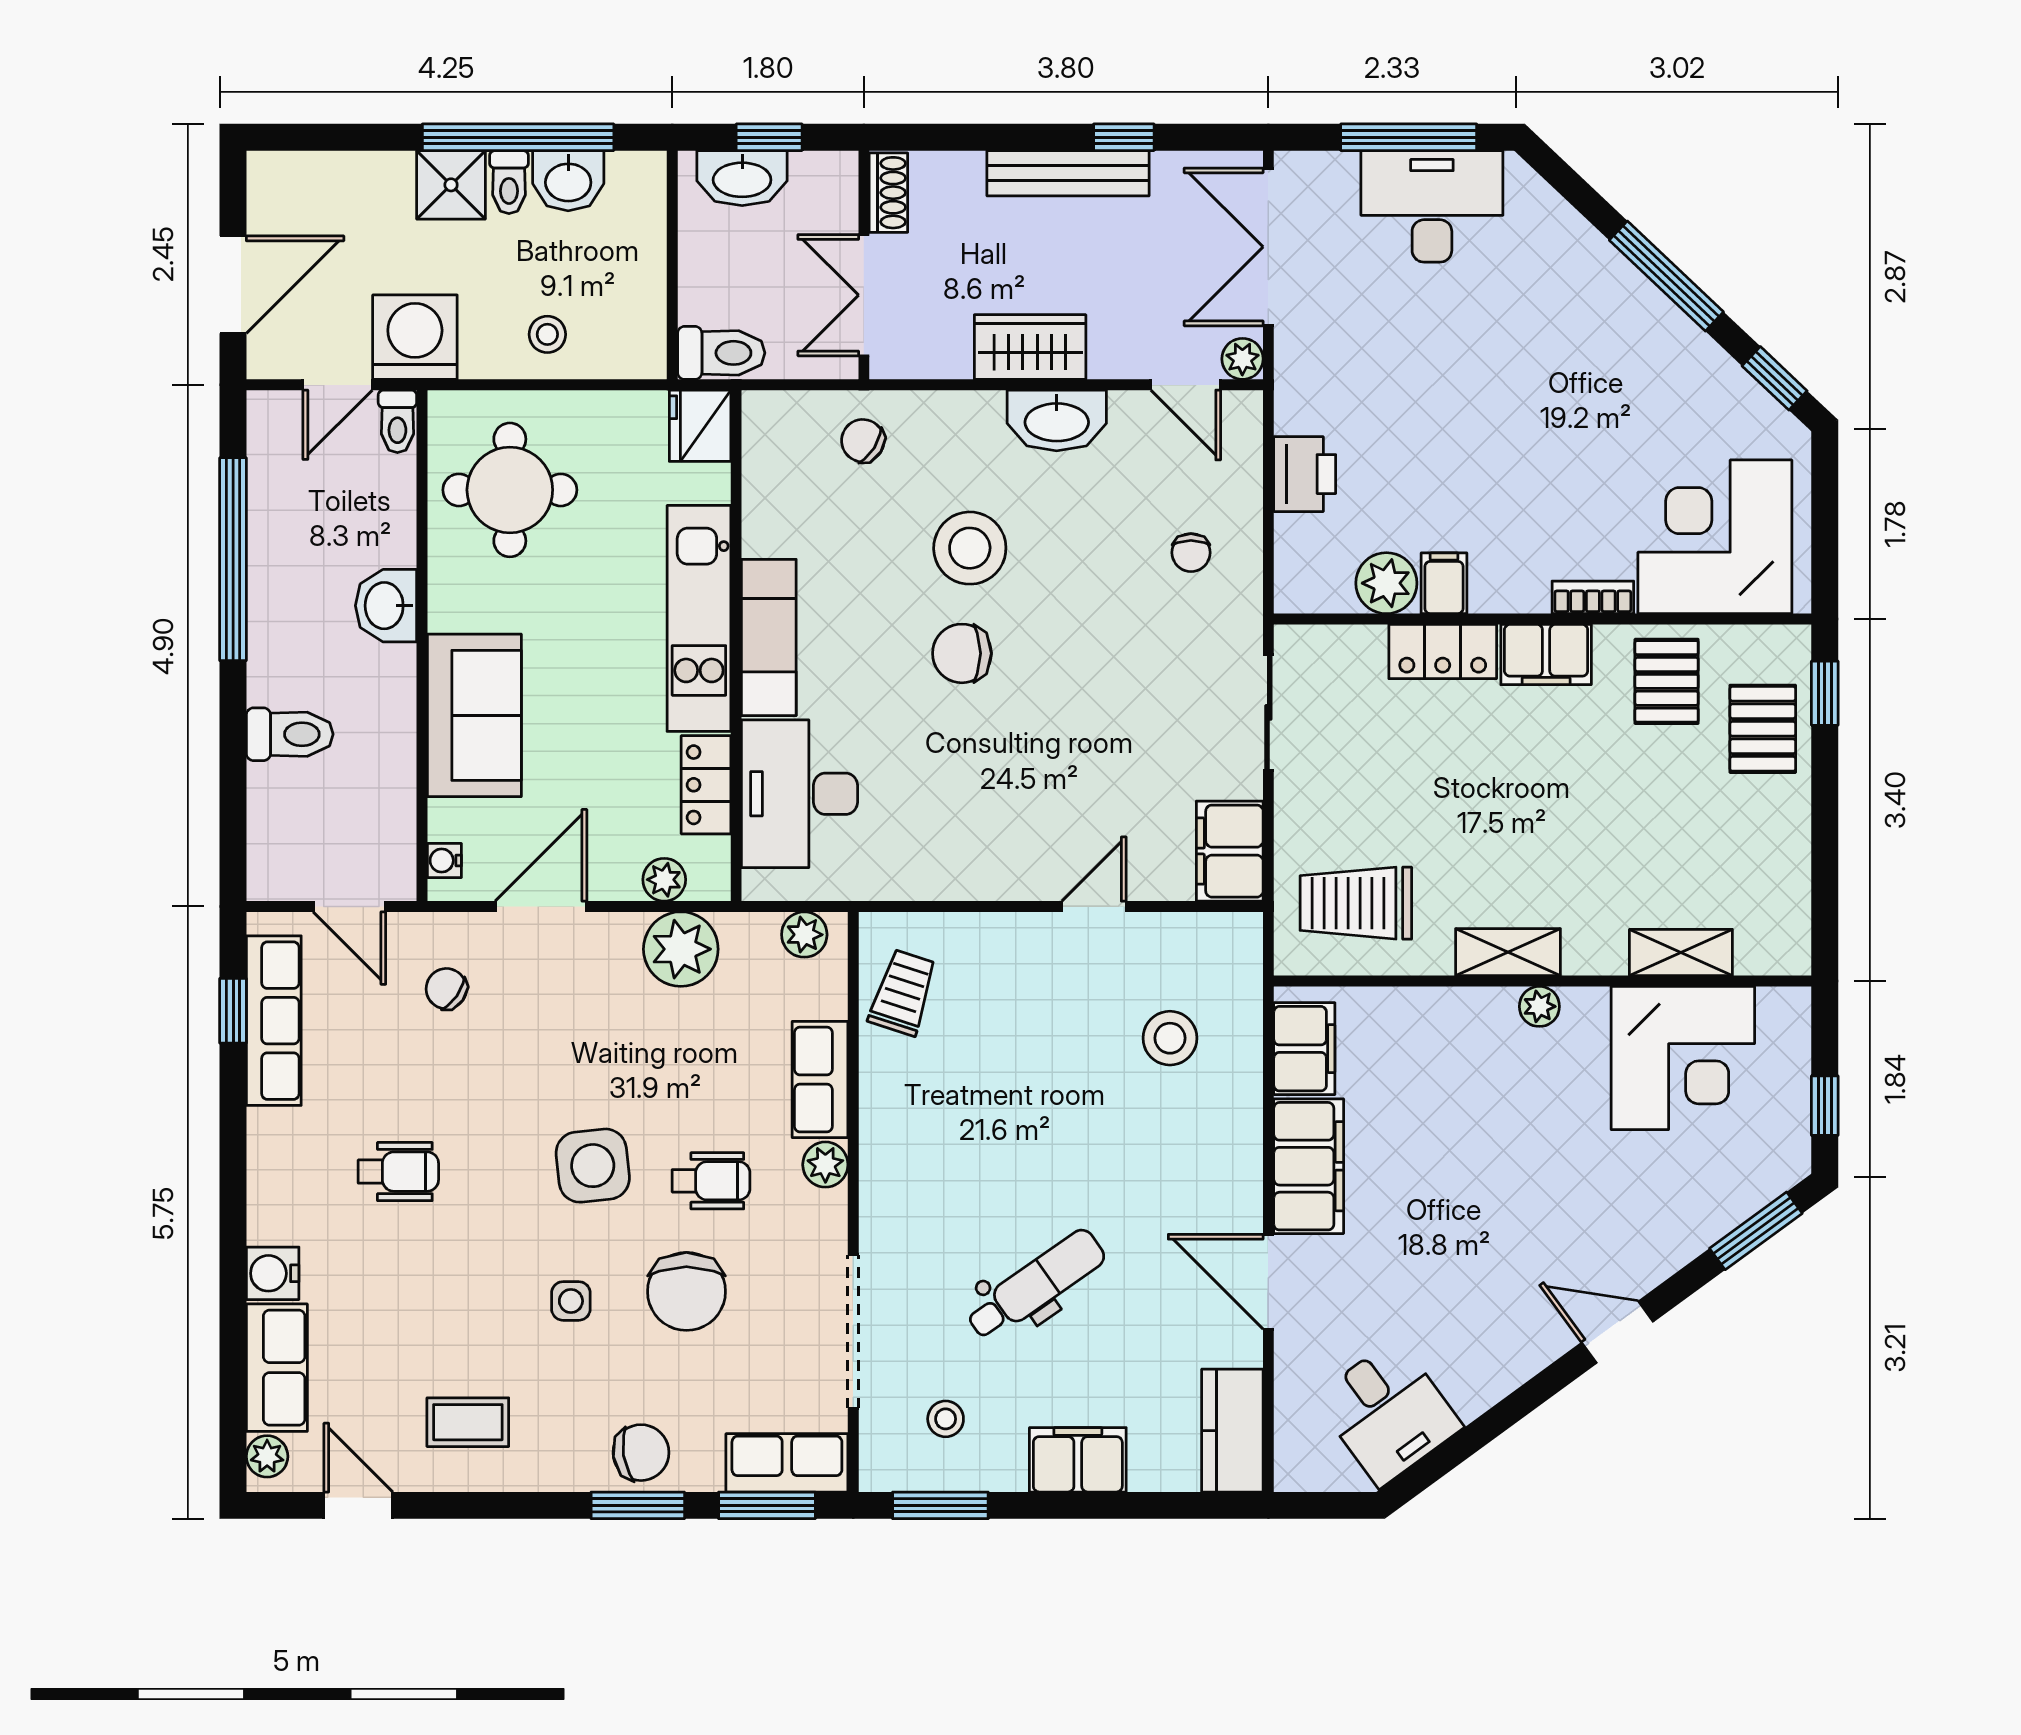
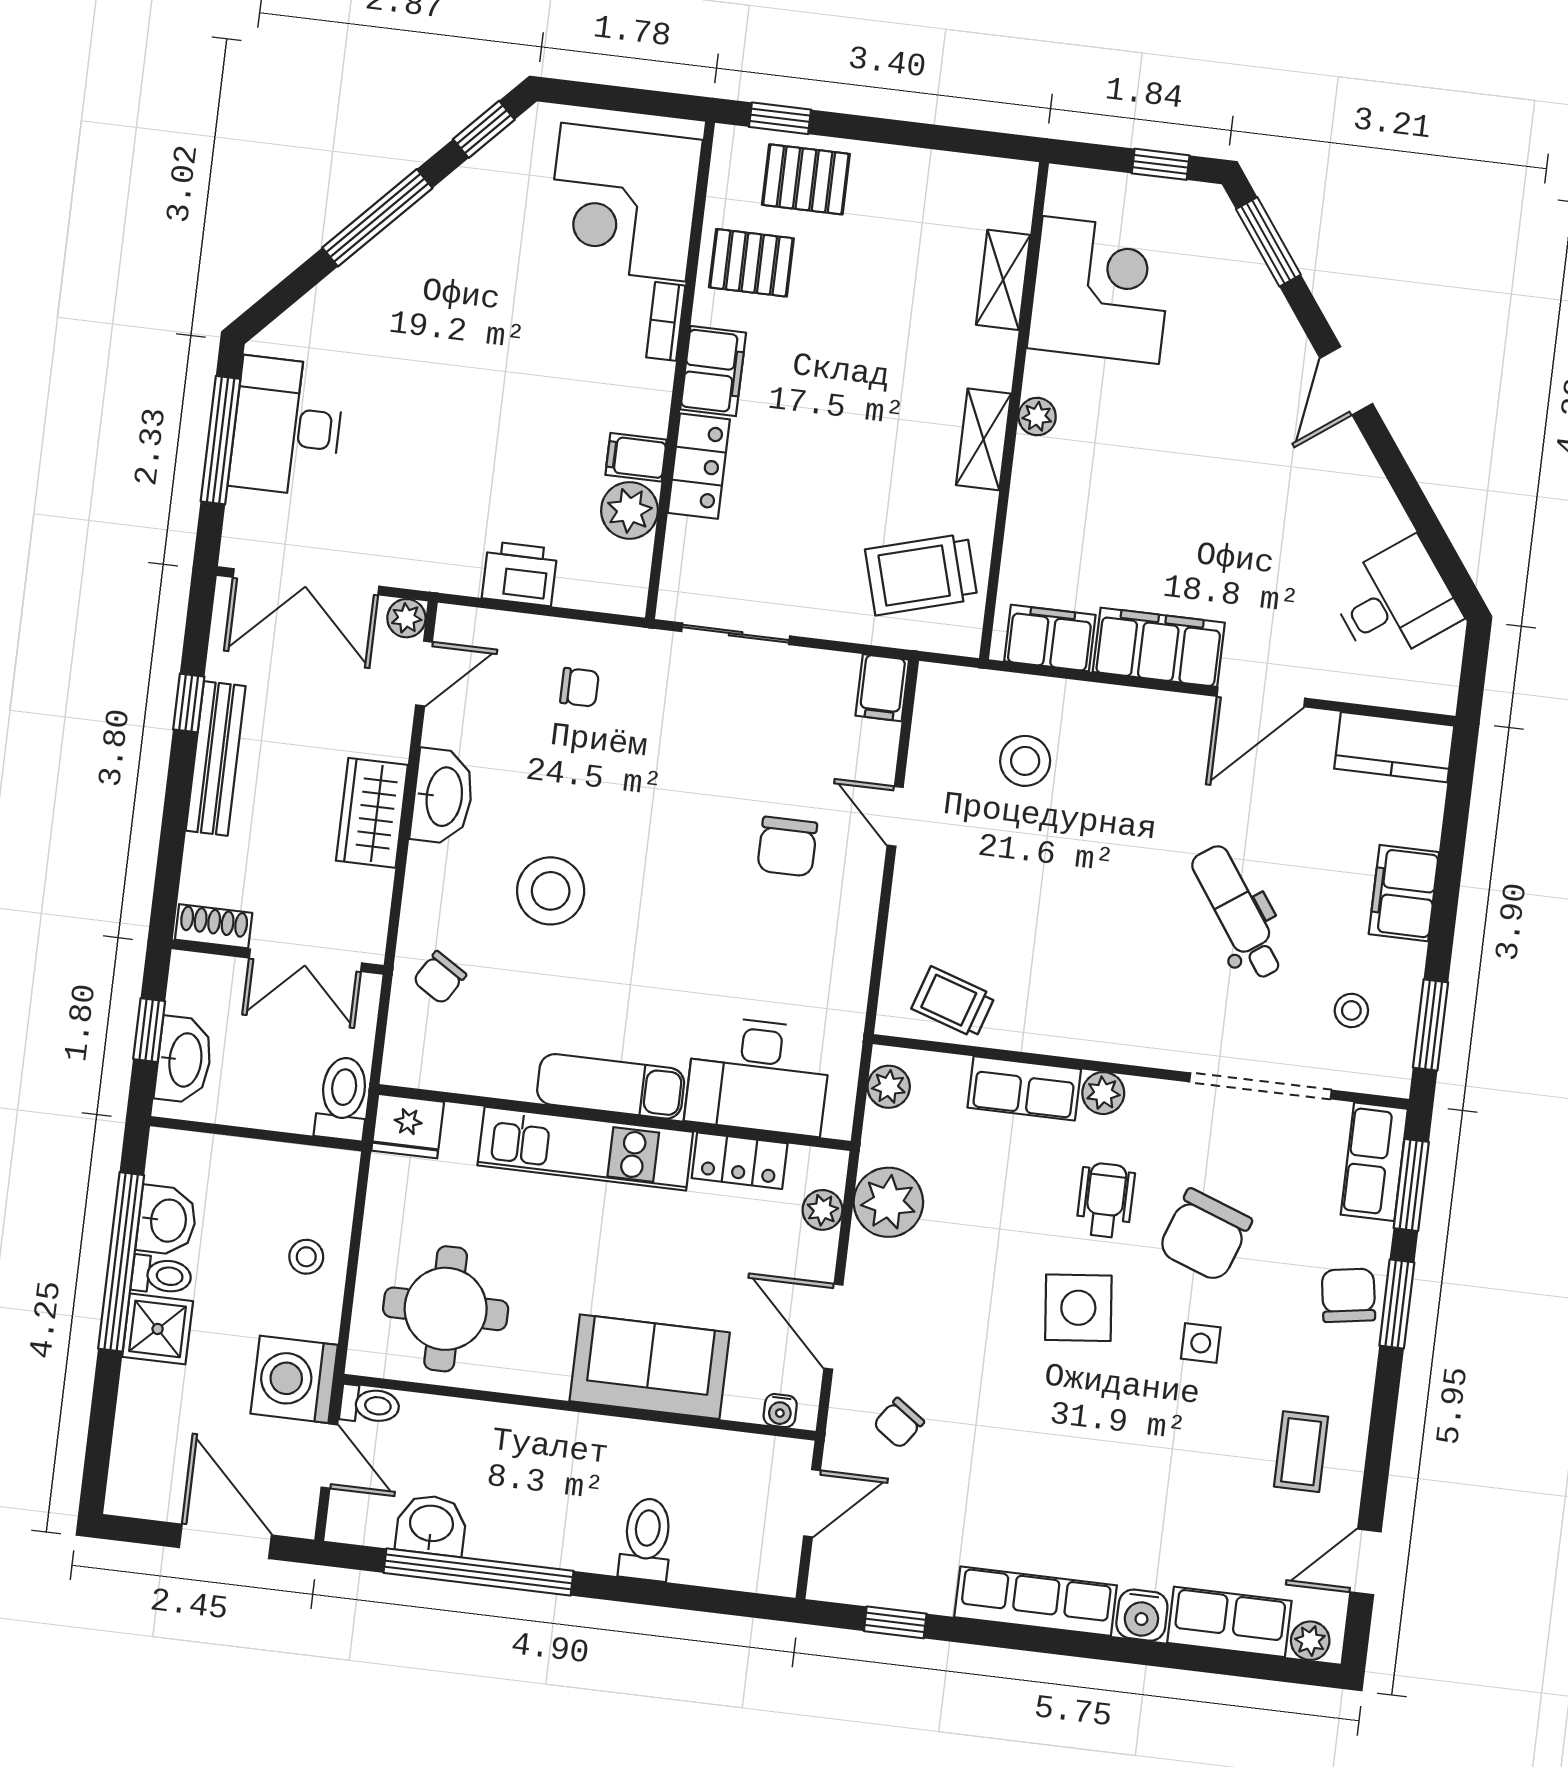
washbasin: (386, 606) -> (431, 1525), moved, turned 180
chair: (962, 653) -> (787, 847), moved
filing cabinet: (1230, 851) -> (882, 688), width x0.50
trolley: (1356, 903) -> (921, 574), turned 74
row of seats: (274, 1021) -> (1036, 1601), moved
wheelchair: (398, 1172) -> (1062, 1488), removed
chair: (686, 1291) -> (1205, 1235), turned 110

